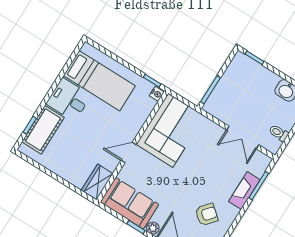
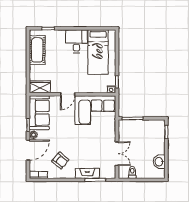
cot: (43, 130) -> (37, 50), moved, turned 90
double door: (243, 137) -> (117, 154), swing flipped
door: (129, 153) -> (68, 94), swing flipped

